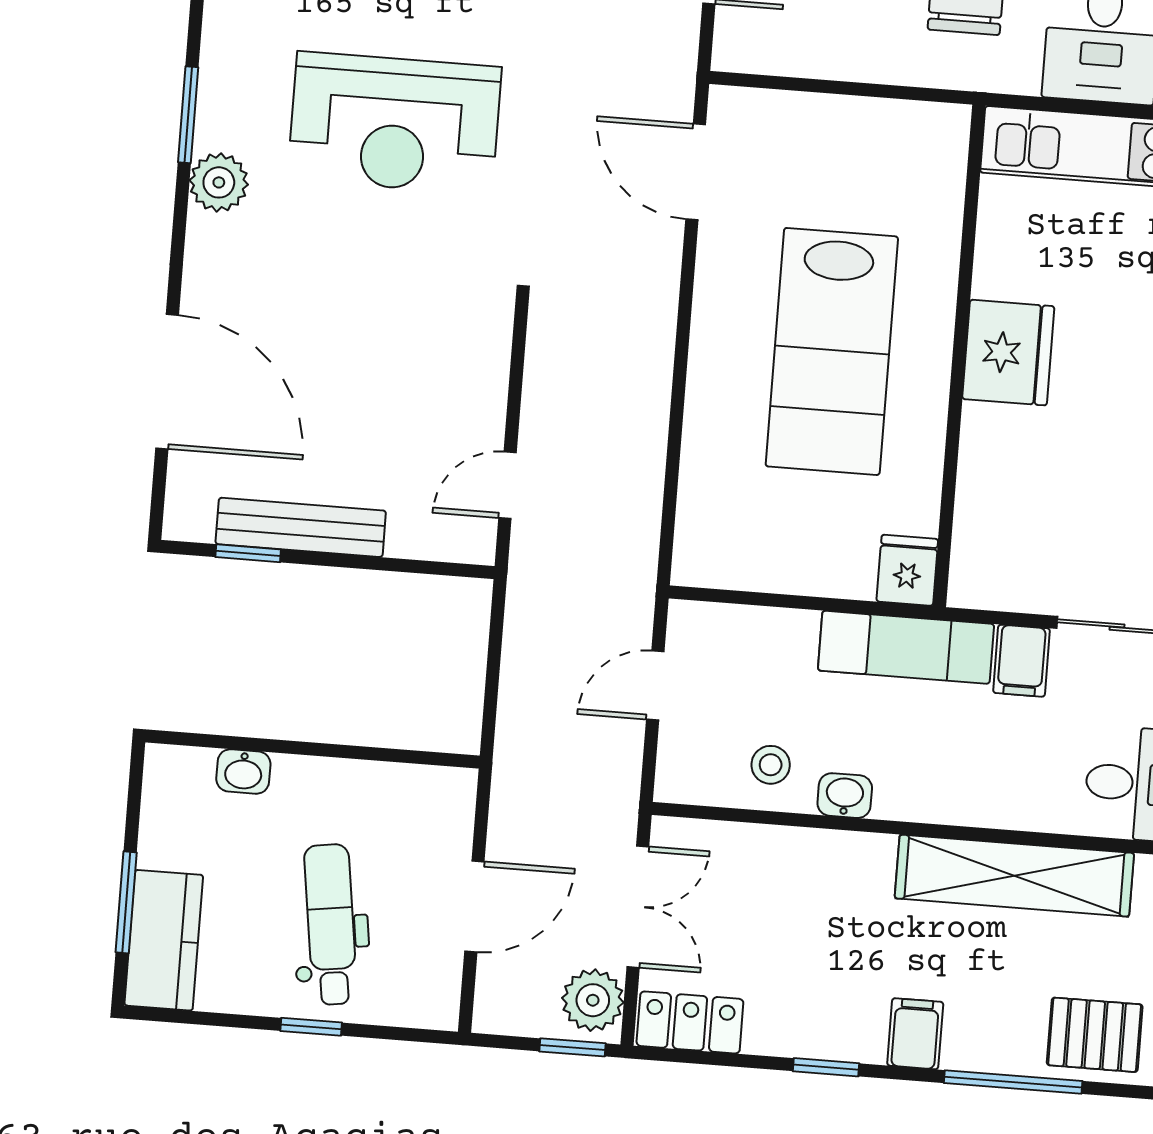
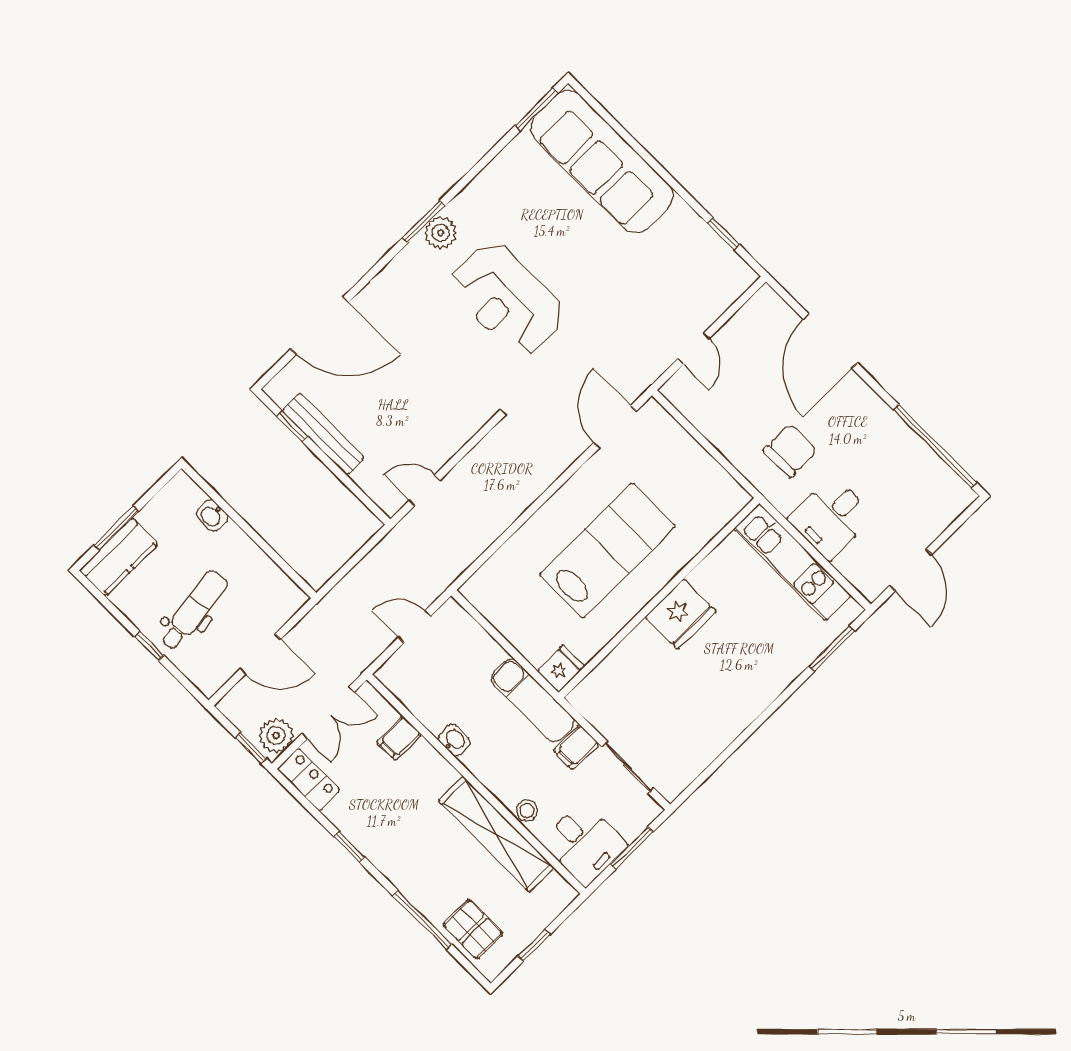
plant: (219, 182) -> (441, 233), moved
lab bench: (832, 351) -> (607, 550), turned 180
door: (167, 382) -> (320, 326), hinge flipped
stool: (771, 765) -> (527, 811), moved
filing cabinet: (915, 1034) -> (399, 738), moved, turned 180

